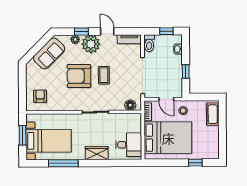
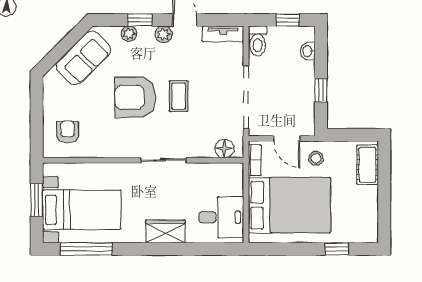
plant: (91, 44) -> (164, 34), width x0.53, depth x0.53
window: (63, 163) -> (86, 249), moved

